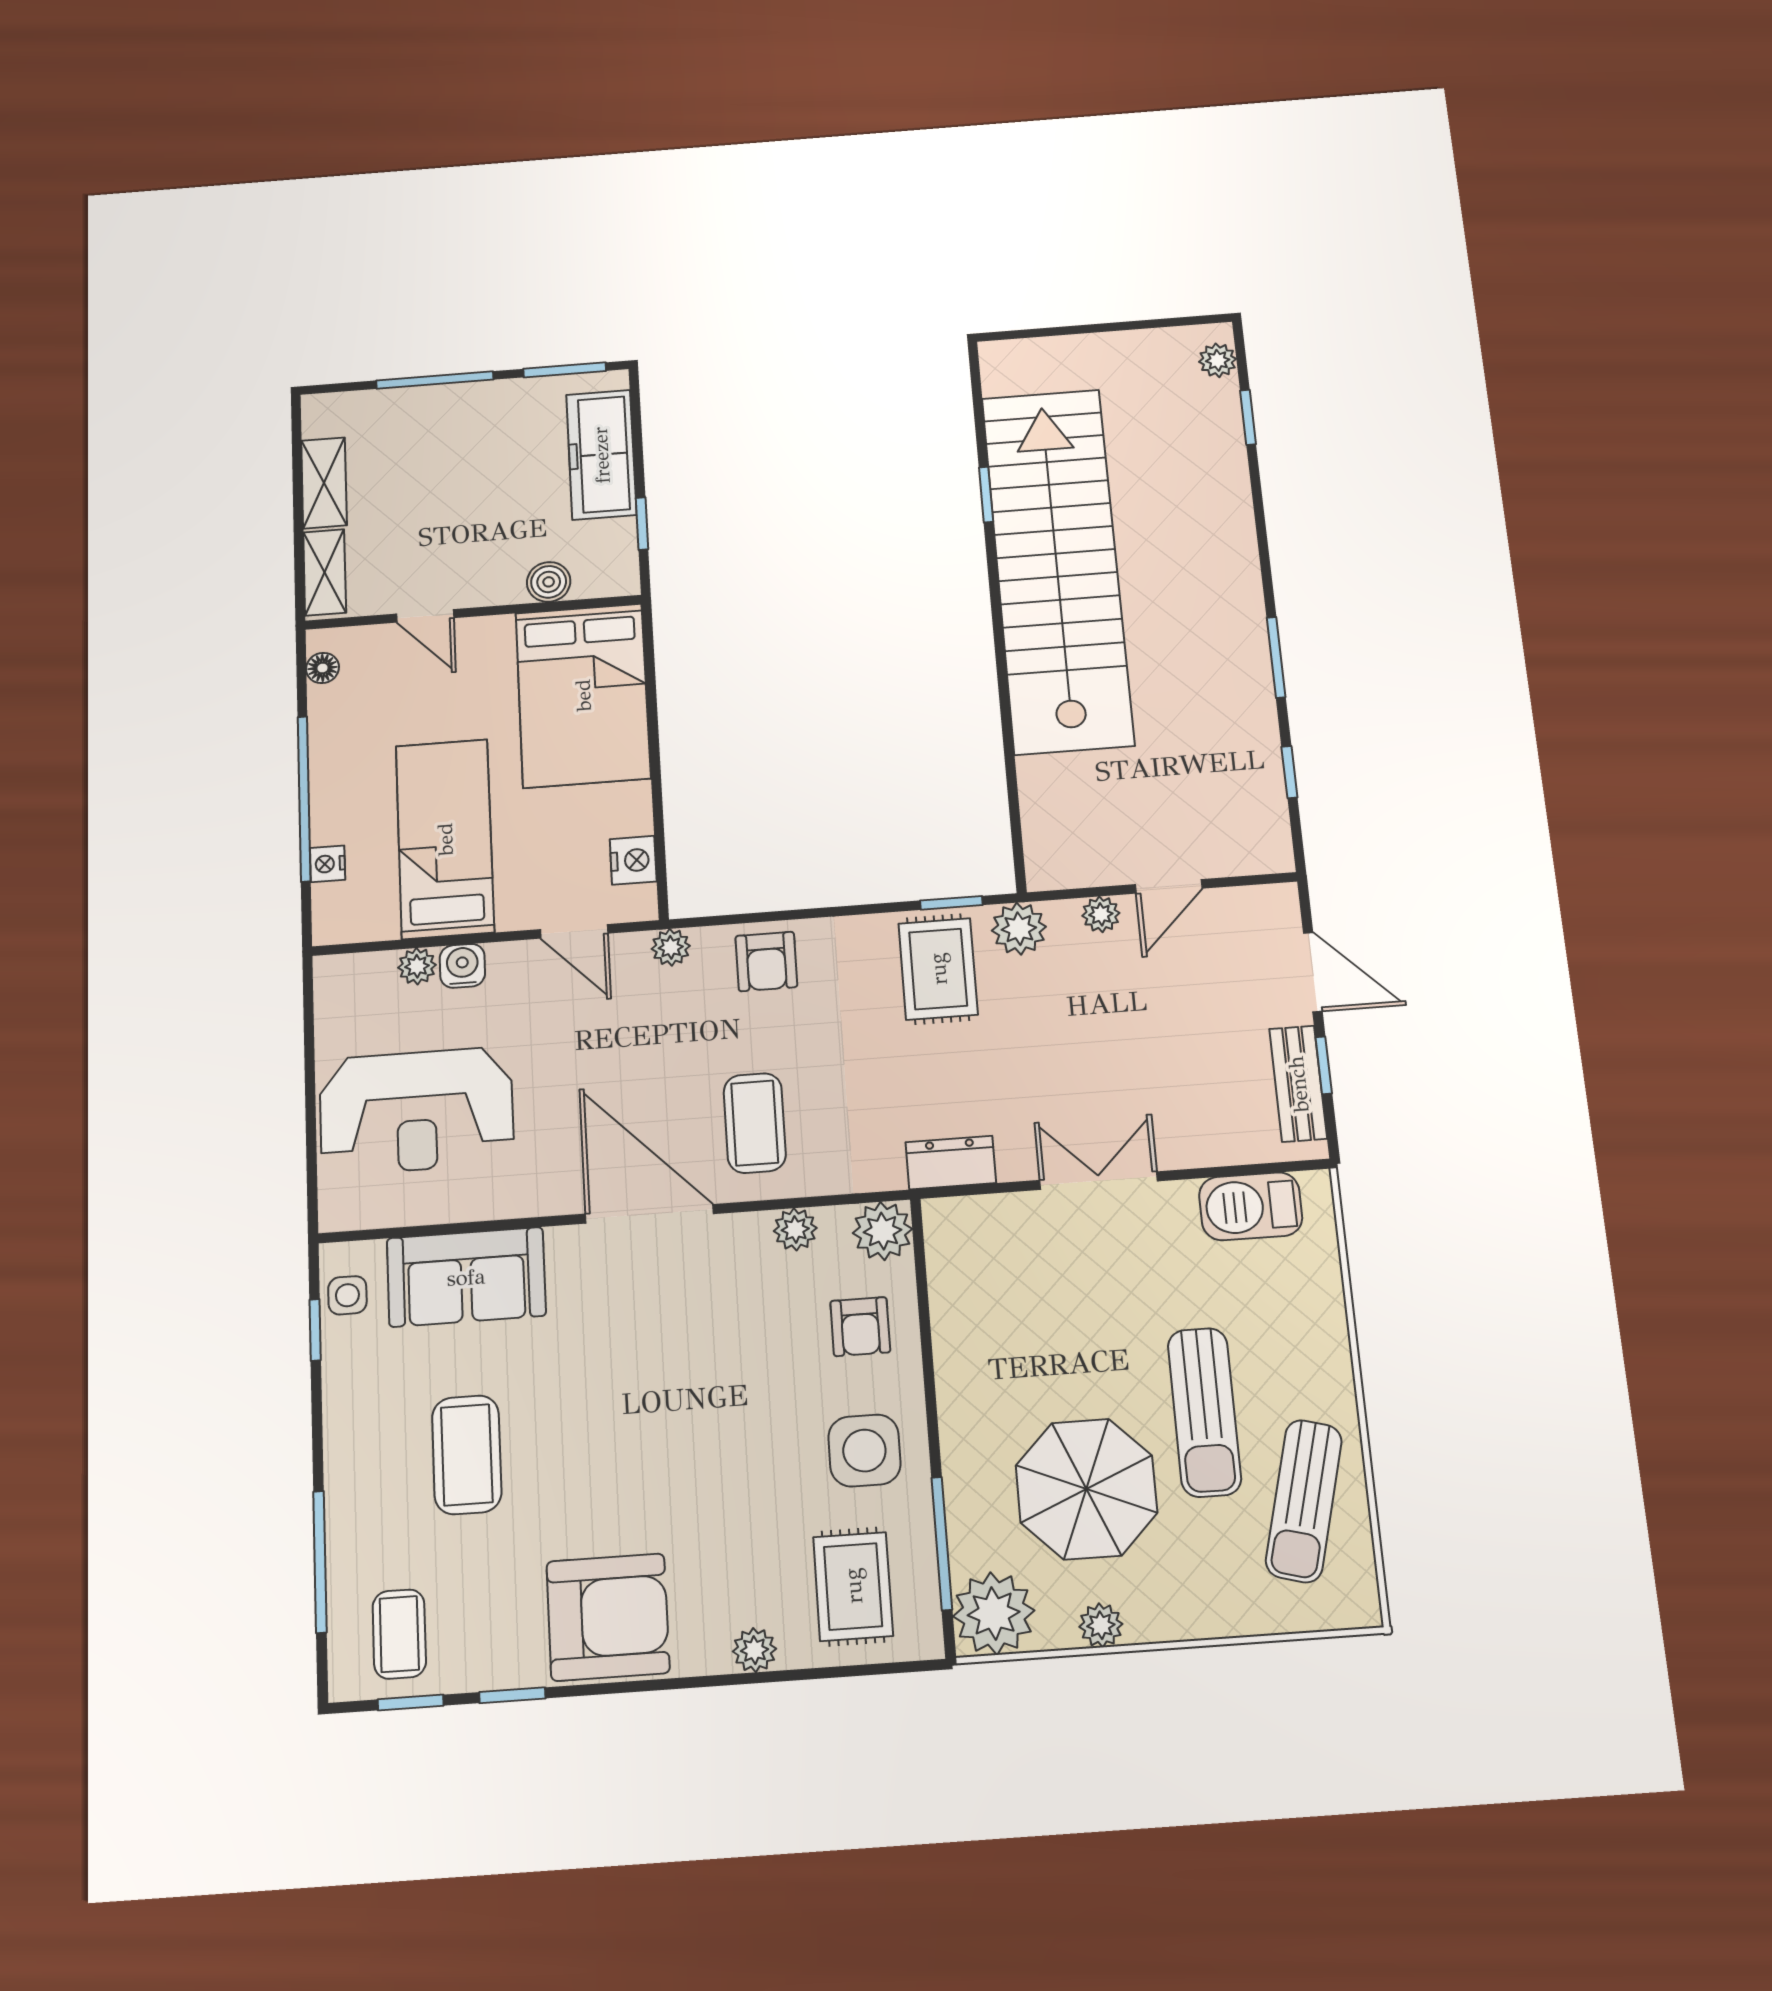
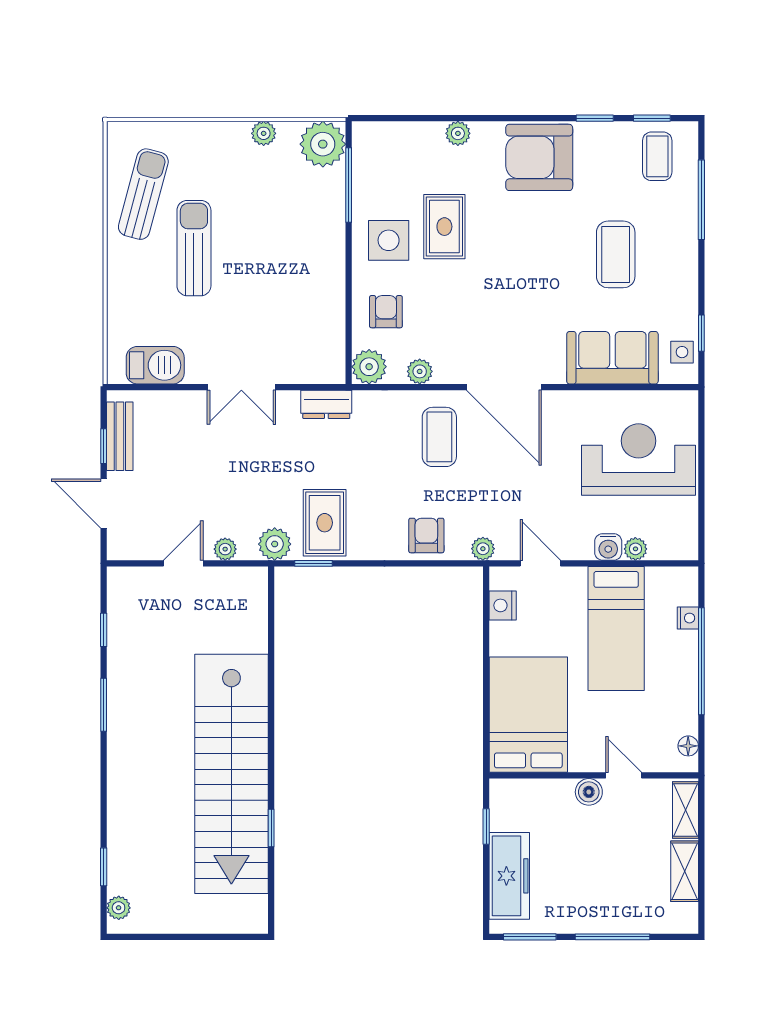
boiler: (549, 582) -> (589, 792), moved
parasol: (1086, 1489) -> (265, 209), removed
rug: (853, 1586) -> (444, 227), moved

